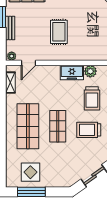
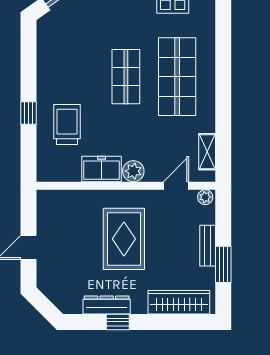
rug: (59, 32) -> (124, 239), width x1.36, depth x1.43
plant: (90, 71) -> (133, 171), moved
trolley: (89, 130) -> (73, 70), removed

